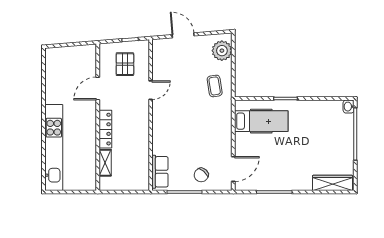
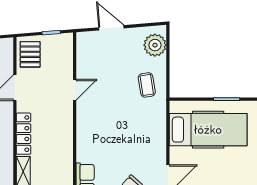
pallet: (125, 64) -> (30, 54), moved
hospital bed: (261, 121) -> (208, 130), width x1.37, depth x1.29

